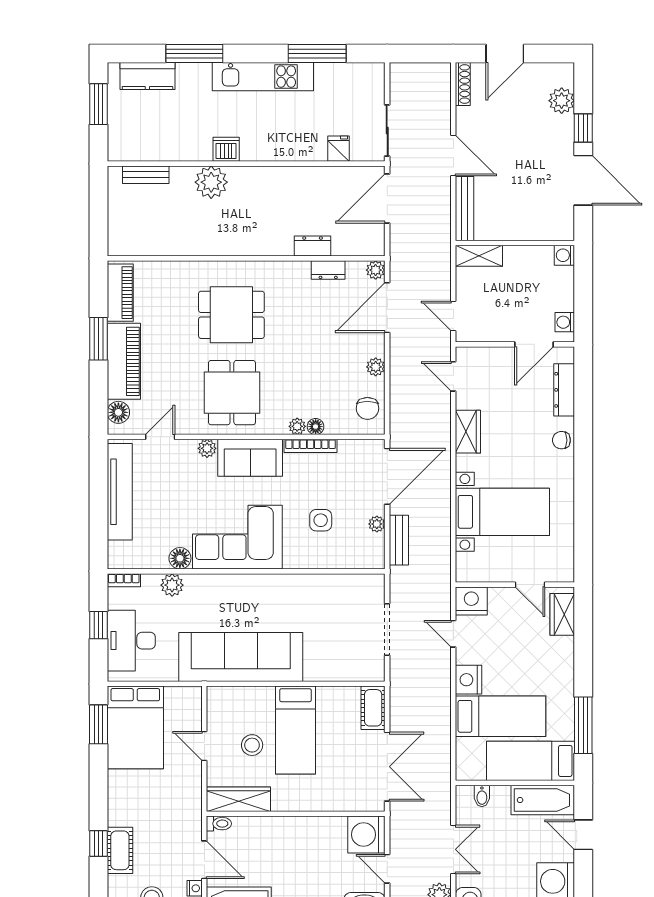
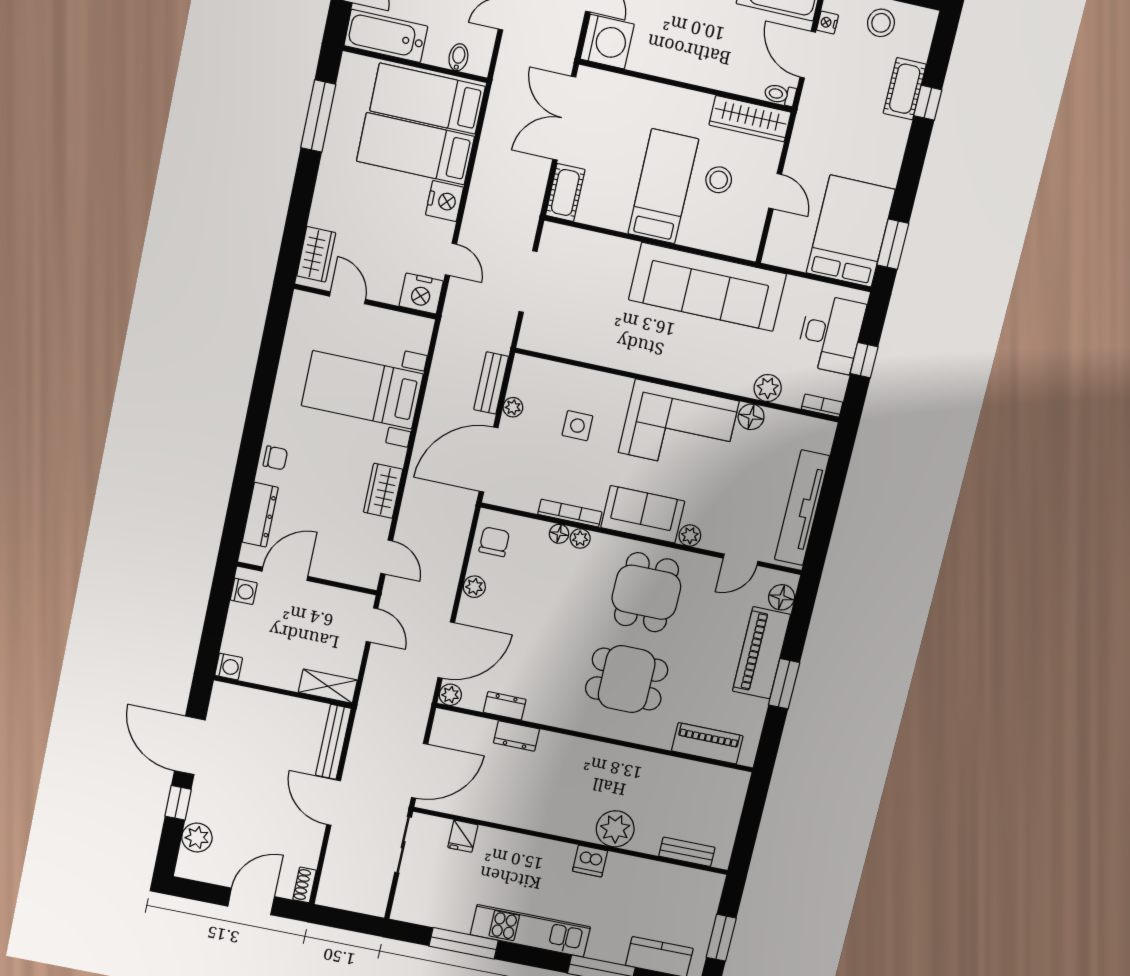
shoe rack: (463, 84) -> (305, 885), width x0.70
piano: (120, 293) -> (707, 743), moved, turned 90
bed: (531, 761) -> (427, 99), moved, turned 180

